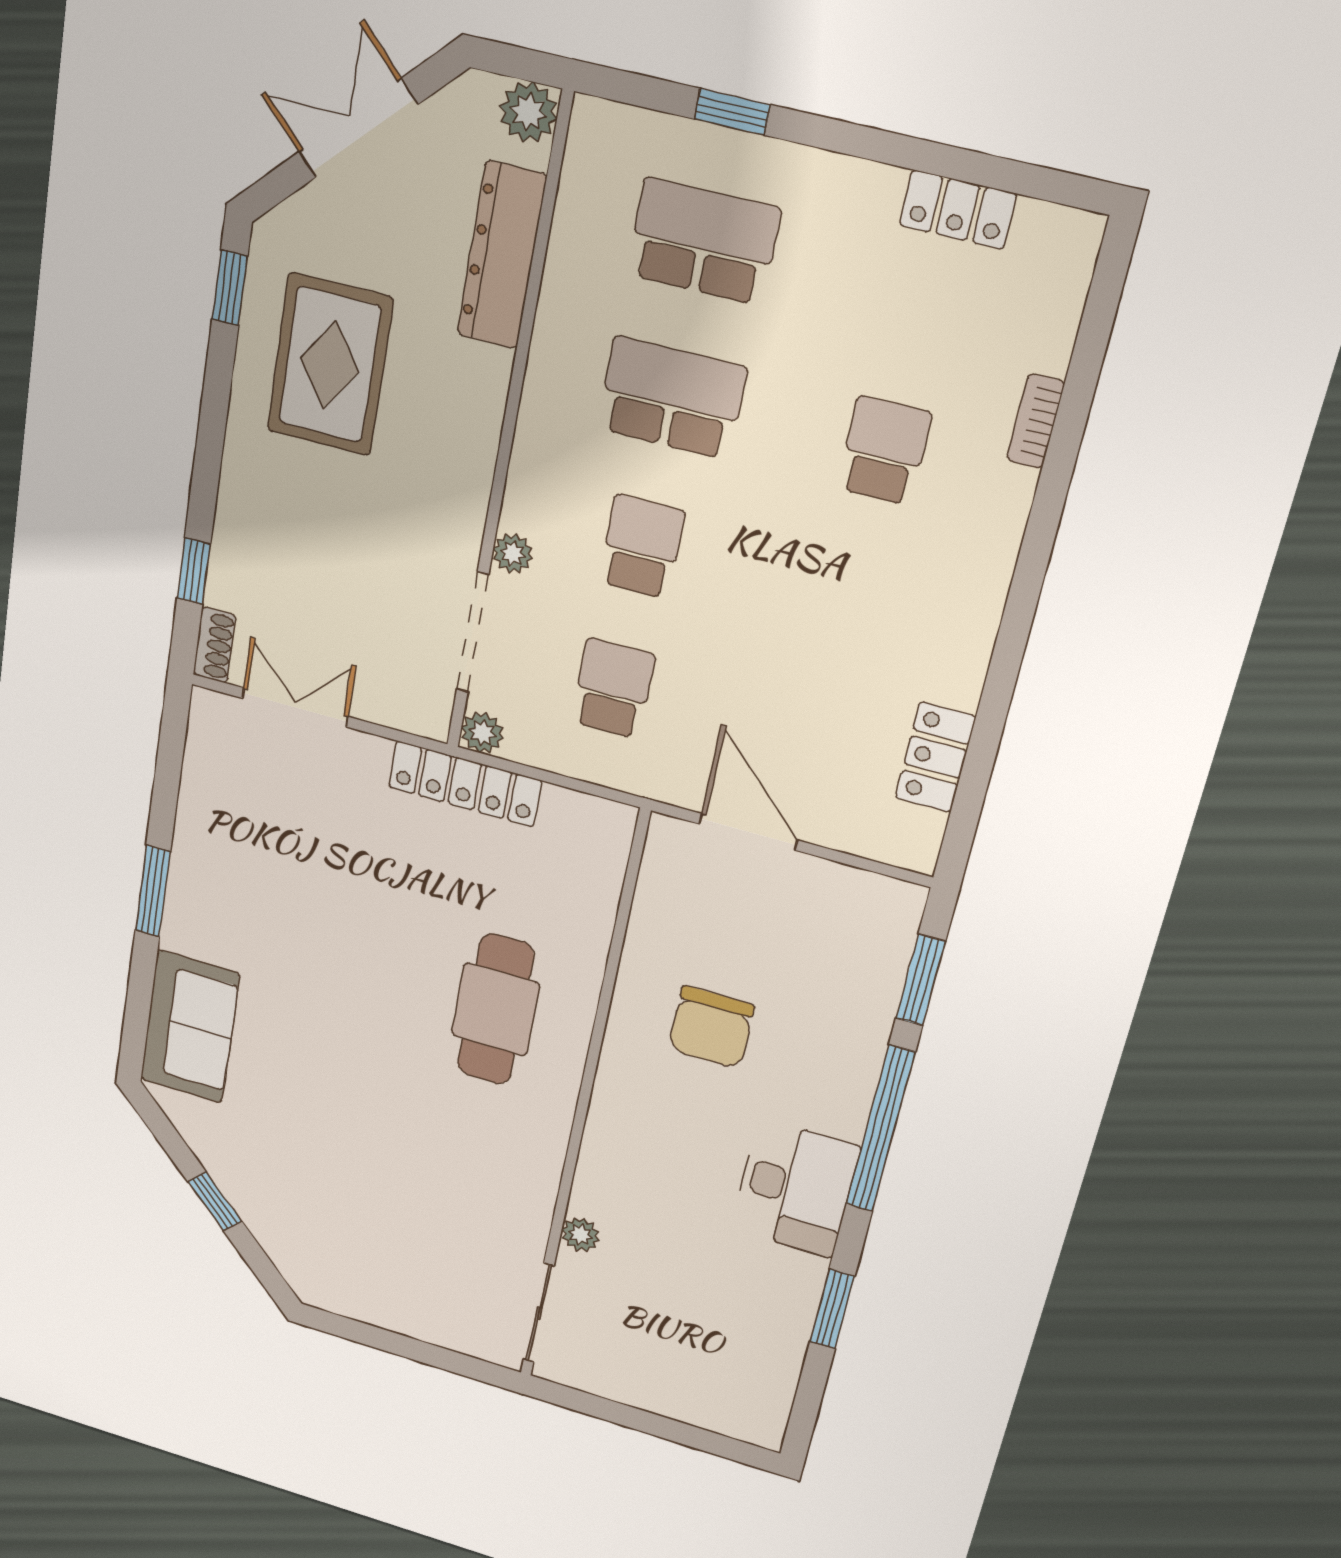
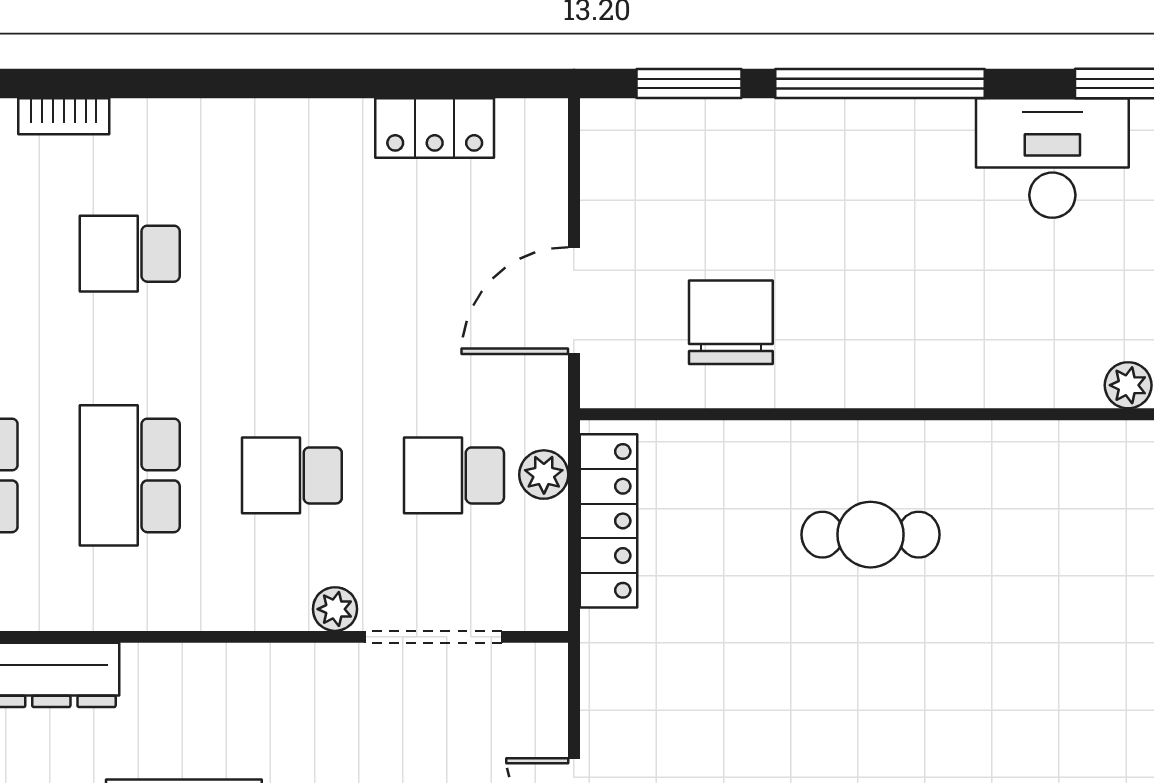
plant: (482, 733) -> (544, 475), moved
locker: (465, 784) -> (608, 521), moved
cafe table: (496, 1009) -> (870, 535), width x0.73, depth x0.74
chair: (711, 1027) -> (731, 322), moved, turned -90
desk: (795, 1188) -> (1052, 158), moved

